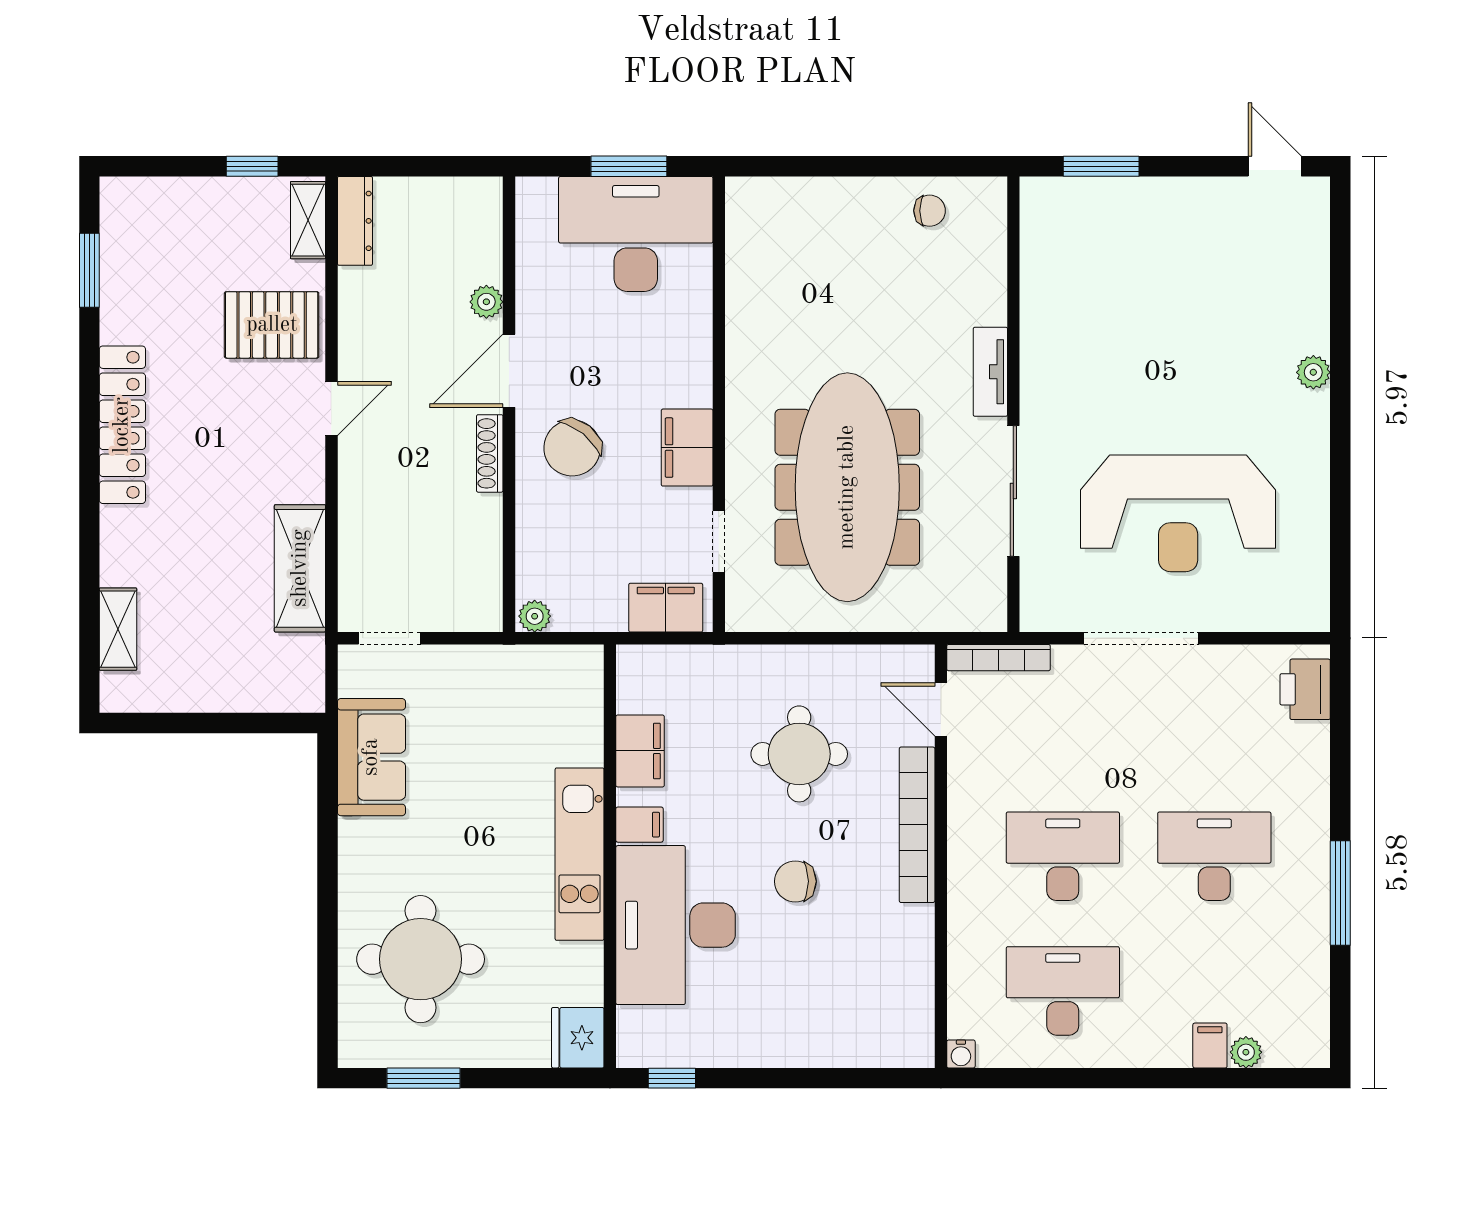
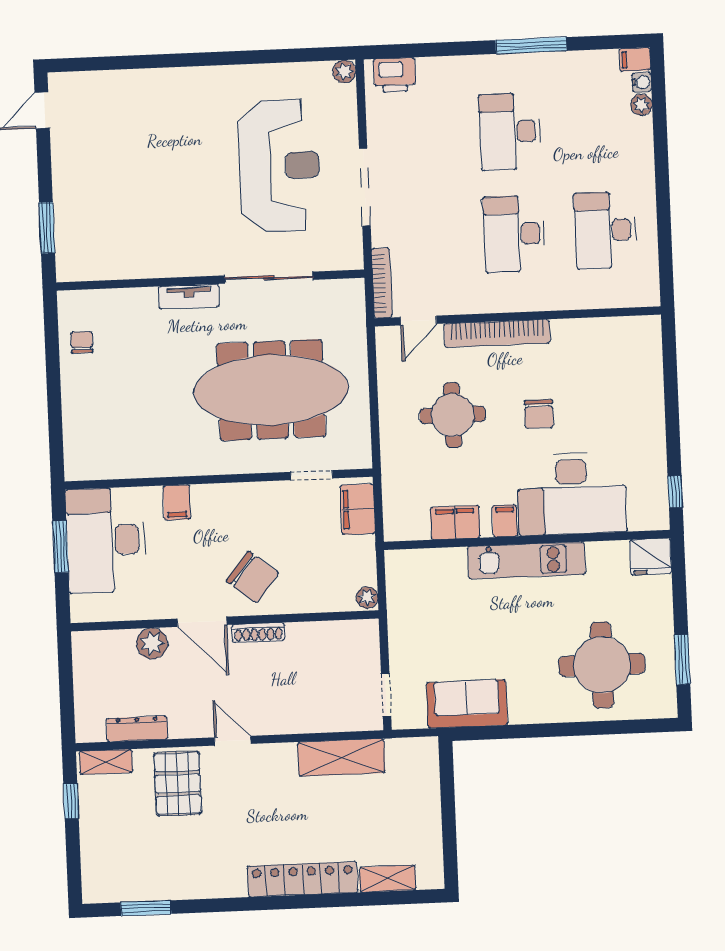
dresser: (355, 221) -> (137, 729), moved
plant: (486, 302) -> (152, 643), width x1.38, depth x1.38
plant: (1313, 372) -> (344, 72), moved
locker: (122, 425) -> (303, 879), moved
filing cabinet: (687, 448) -> (177, 502), moved, width x0.50
filing cabinet: (1210, 1045) -> (635, 59), moved
water cooler: (961, 1054) -> (642, 82), moved

